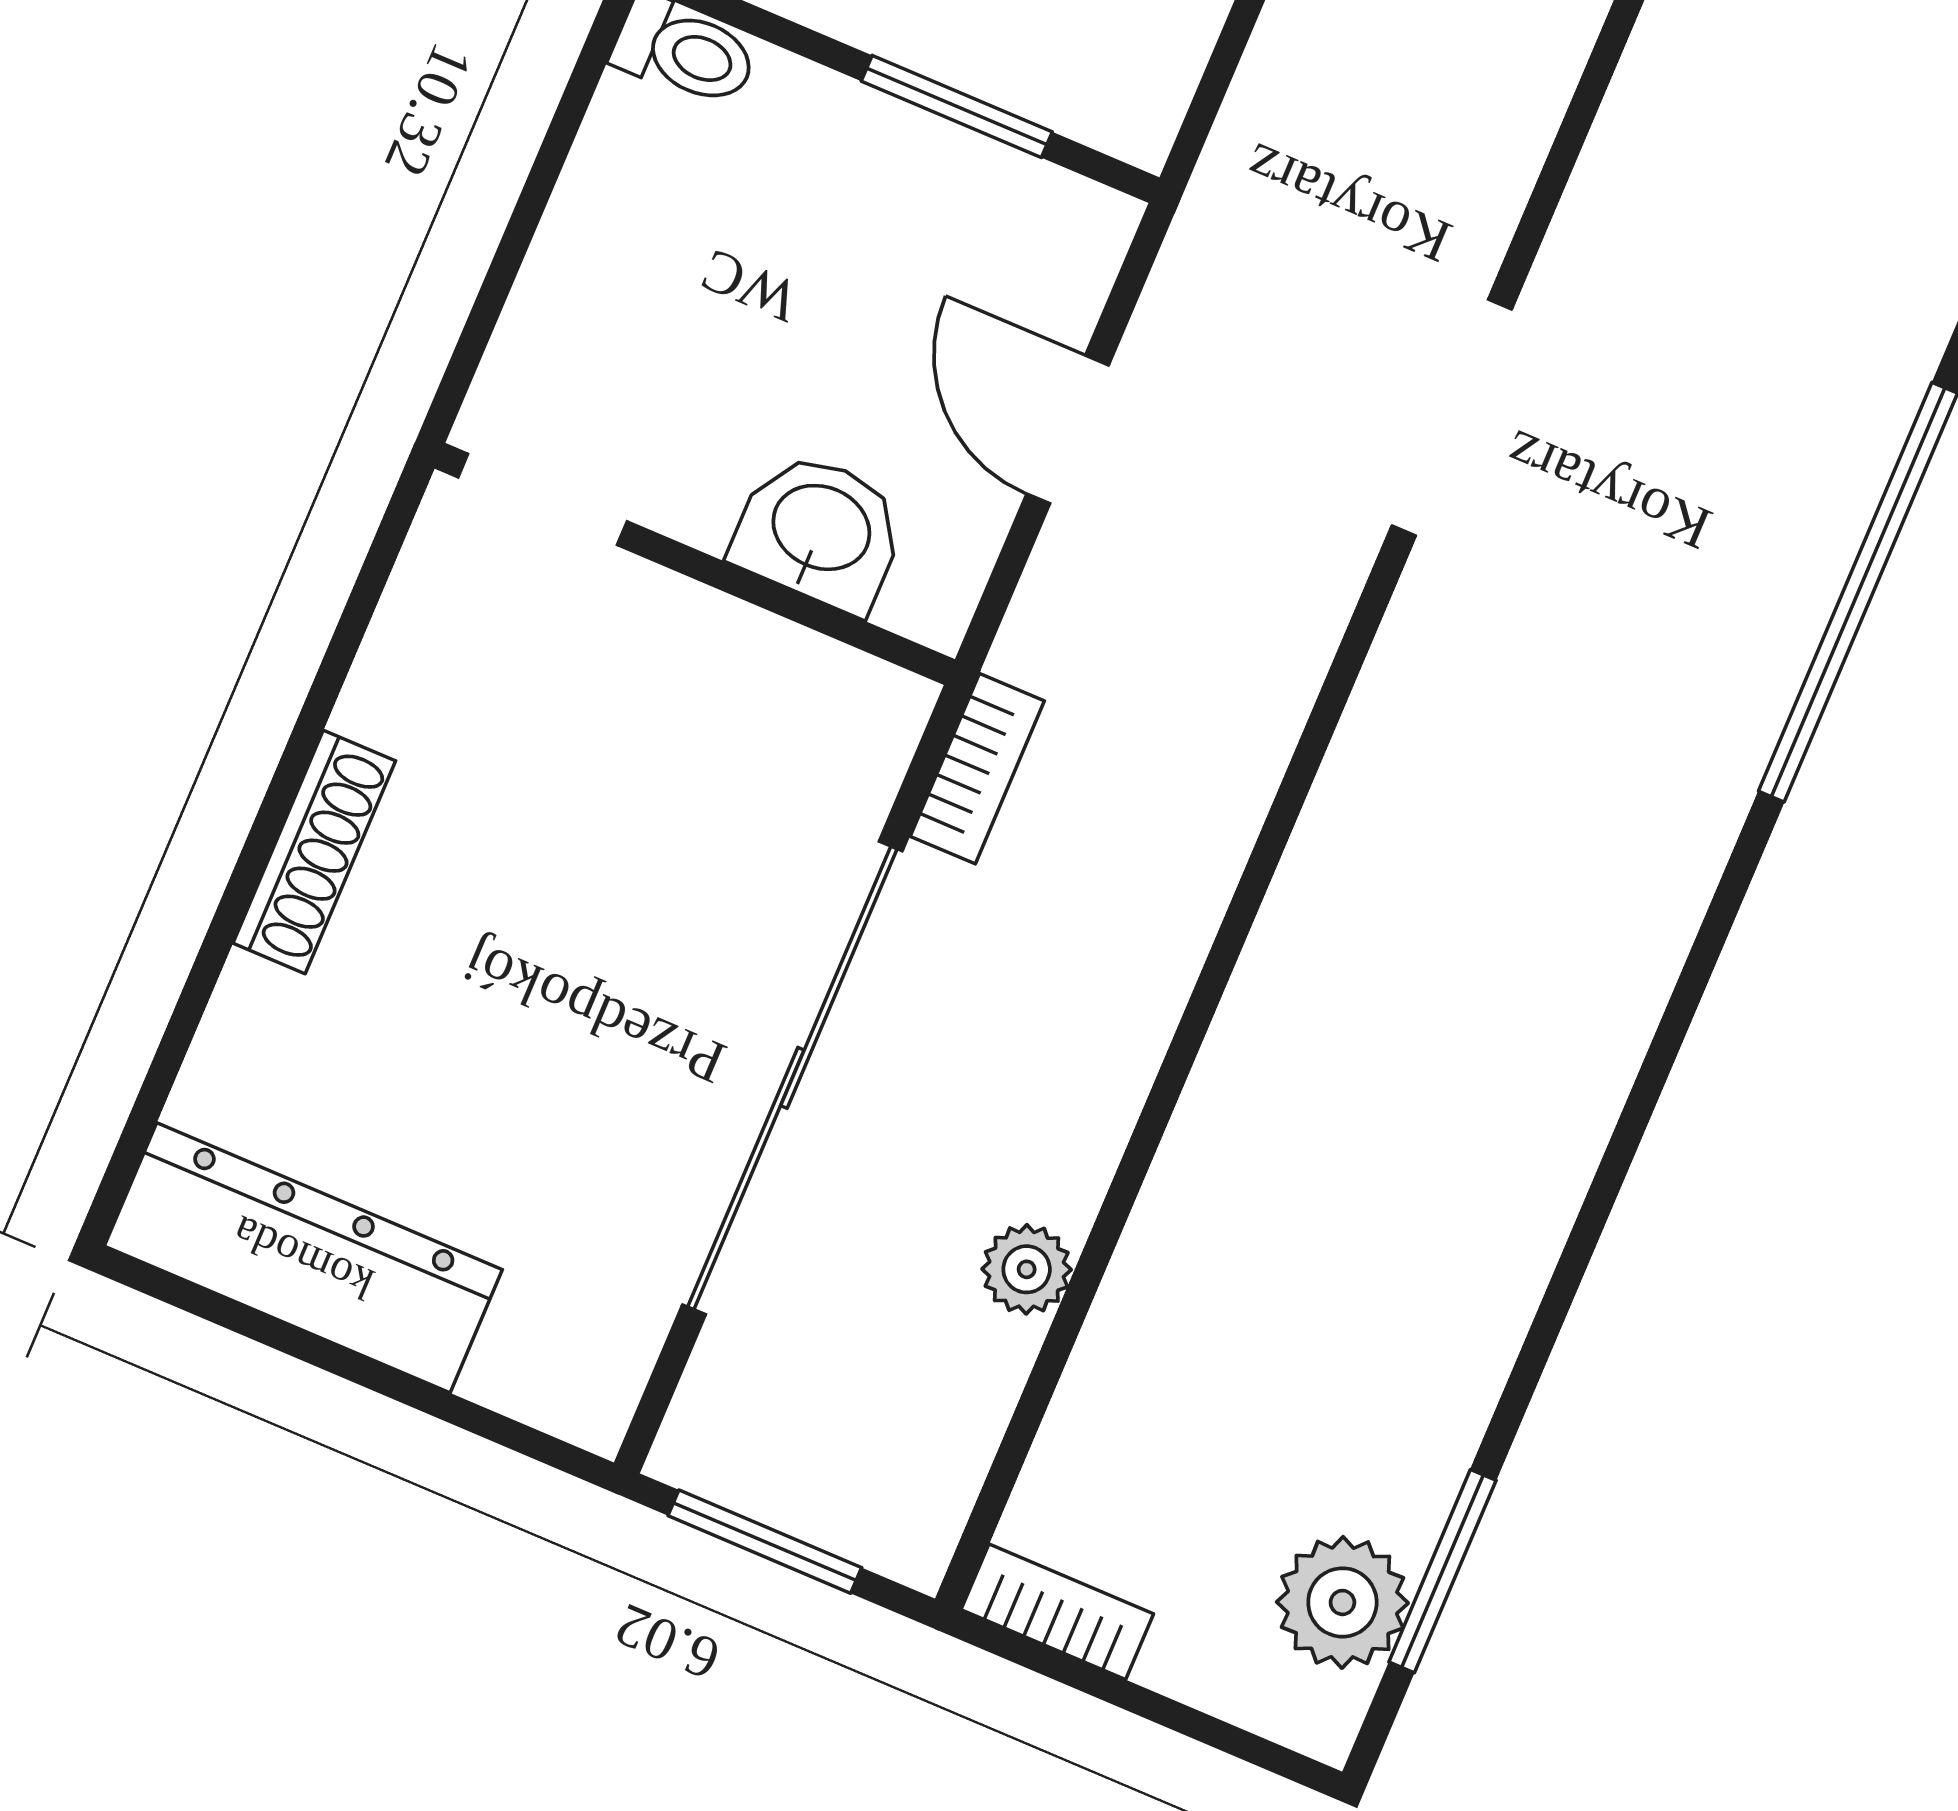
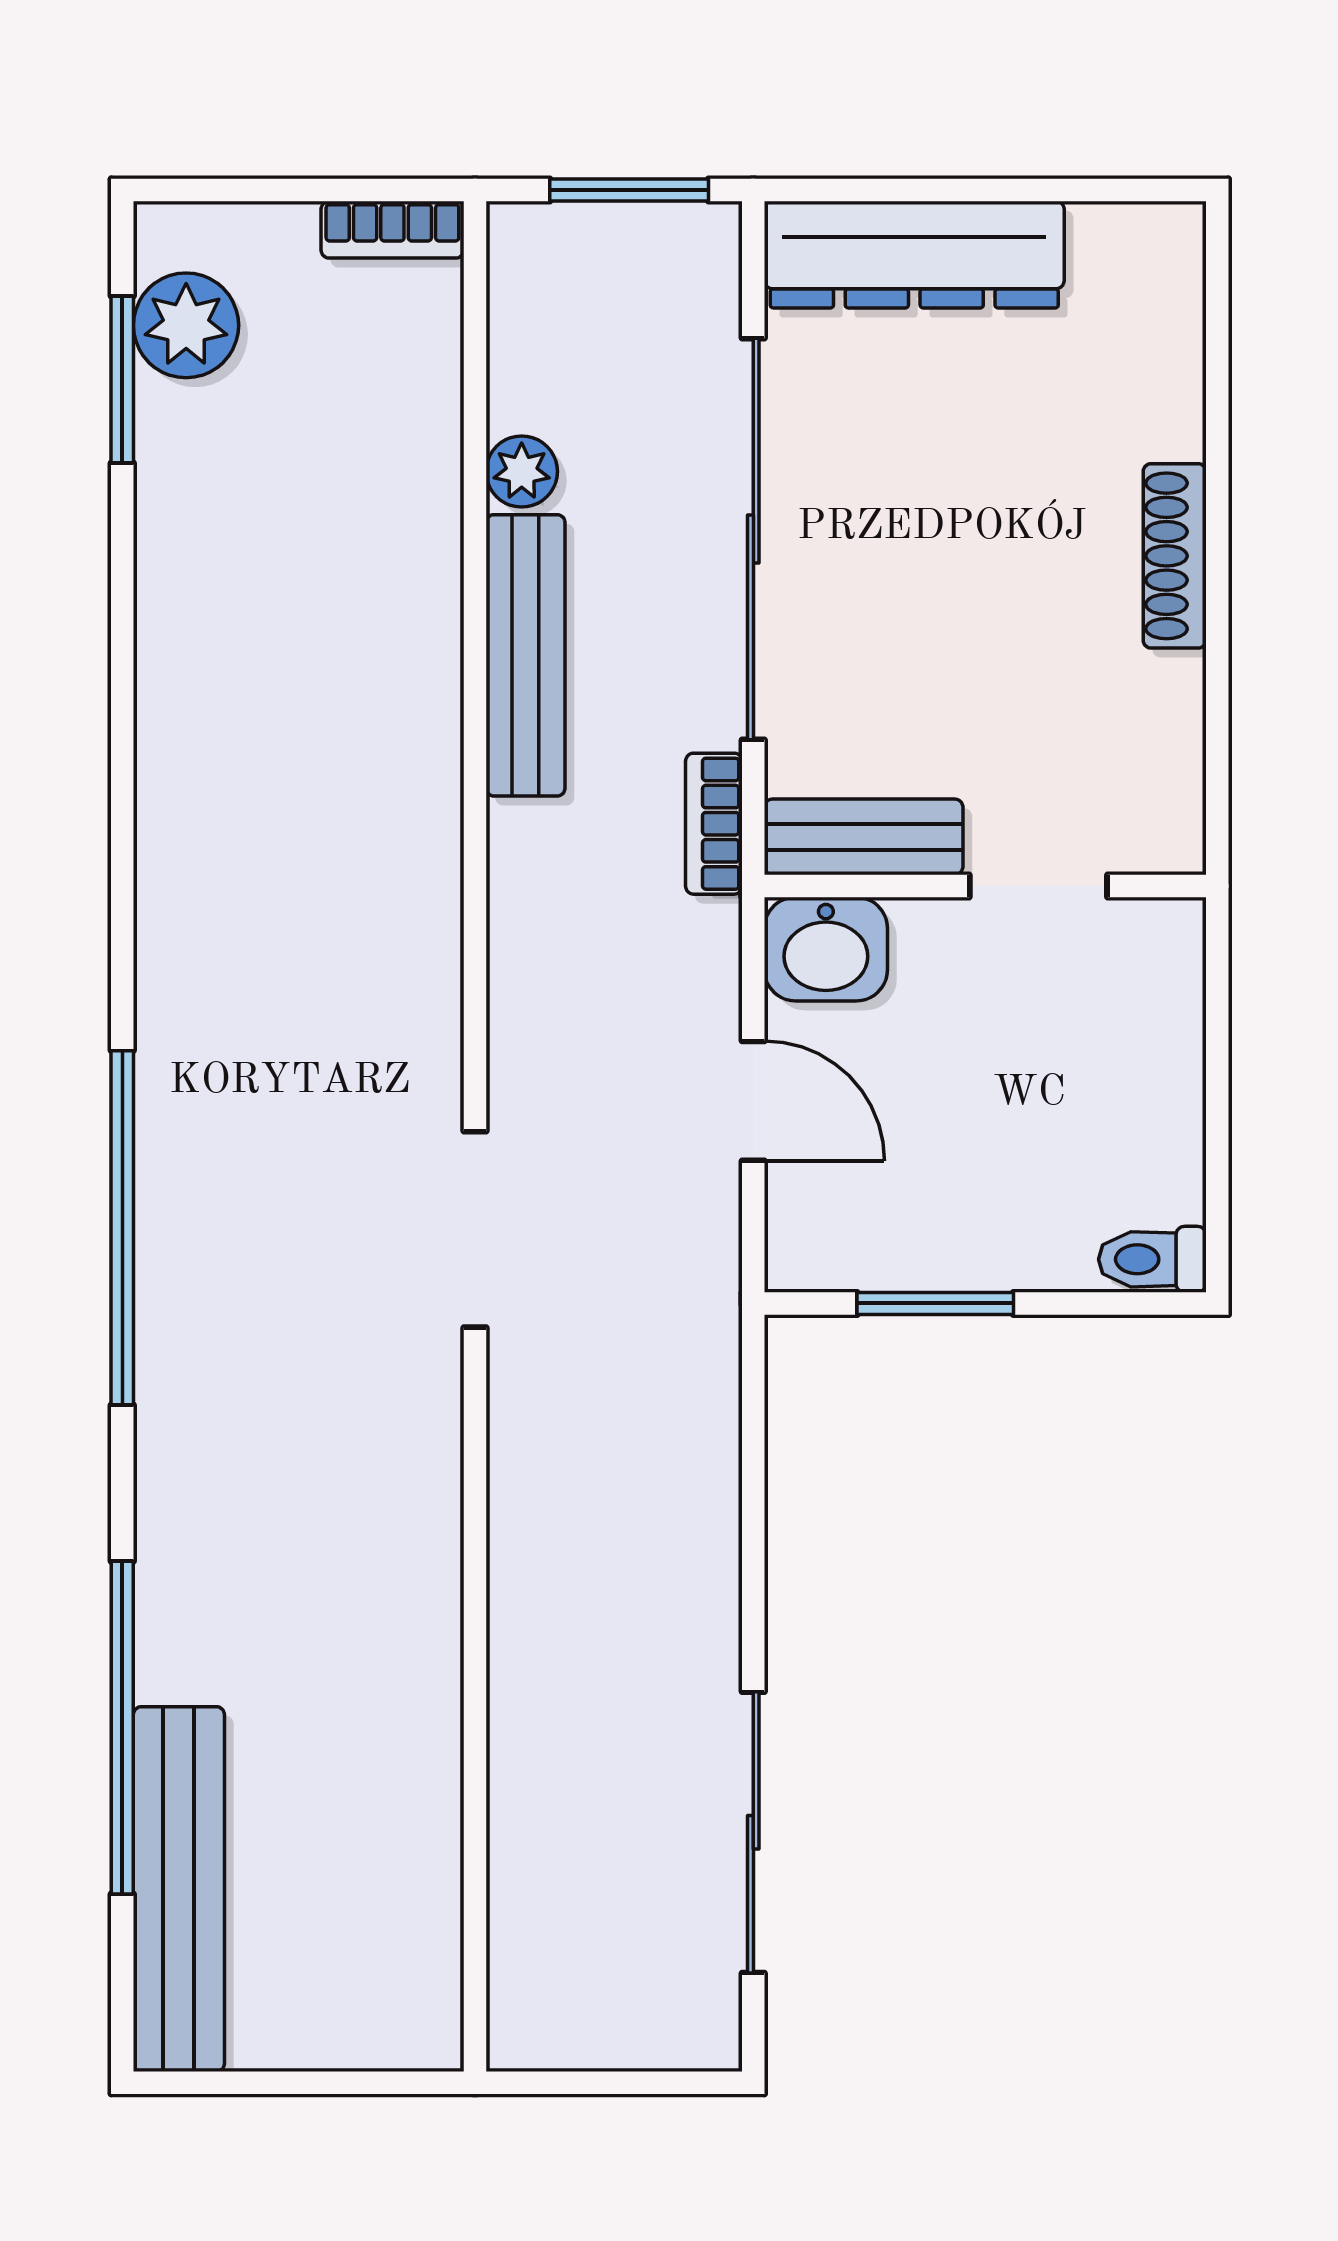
doorway: (543, 499) -> (1038, 886), moved
washbasin: (820, 531) -> (826, 949), moved
bench: (811, 680) -> (864, 837), added
bench: (1112, 1055) -> (525, 655), added
dresser: (303, 1258) -> (914, 255), moved

